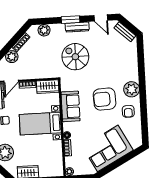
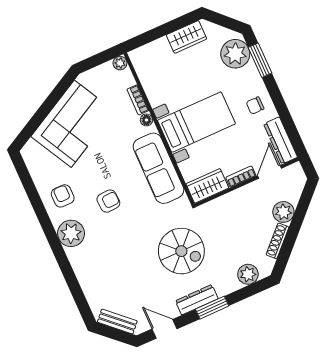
armchair: (105, 99) -> (108, 201), width x0.53, depth x0.53
sofa: (71, 106) -> (158, 168), width x1.36

